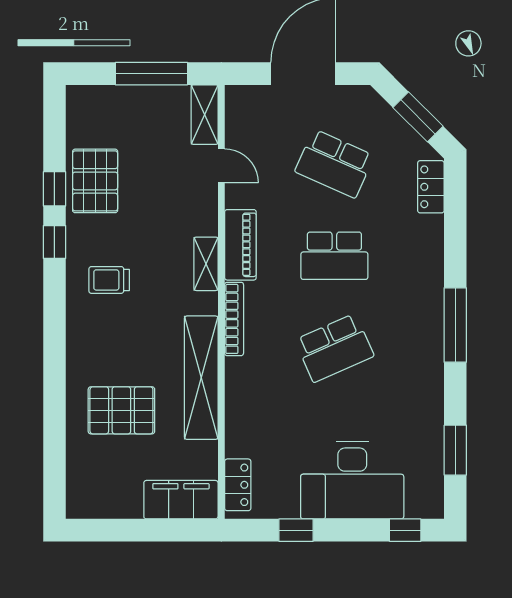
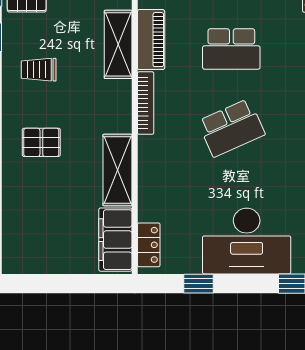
shelving: (206, 264) -> (118, 44), width x1.50, depth x1.33
shelving: (201, 378) -> (117, 170), width x0.68
pallet: (121, 410) -> (41, 142), moved, width x0.67, depth x0.71
filing cabinet: (181, 500) -> (115, 240), moved, turned -90

